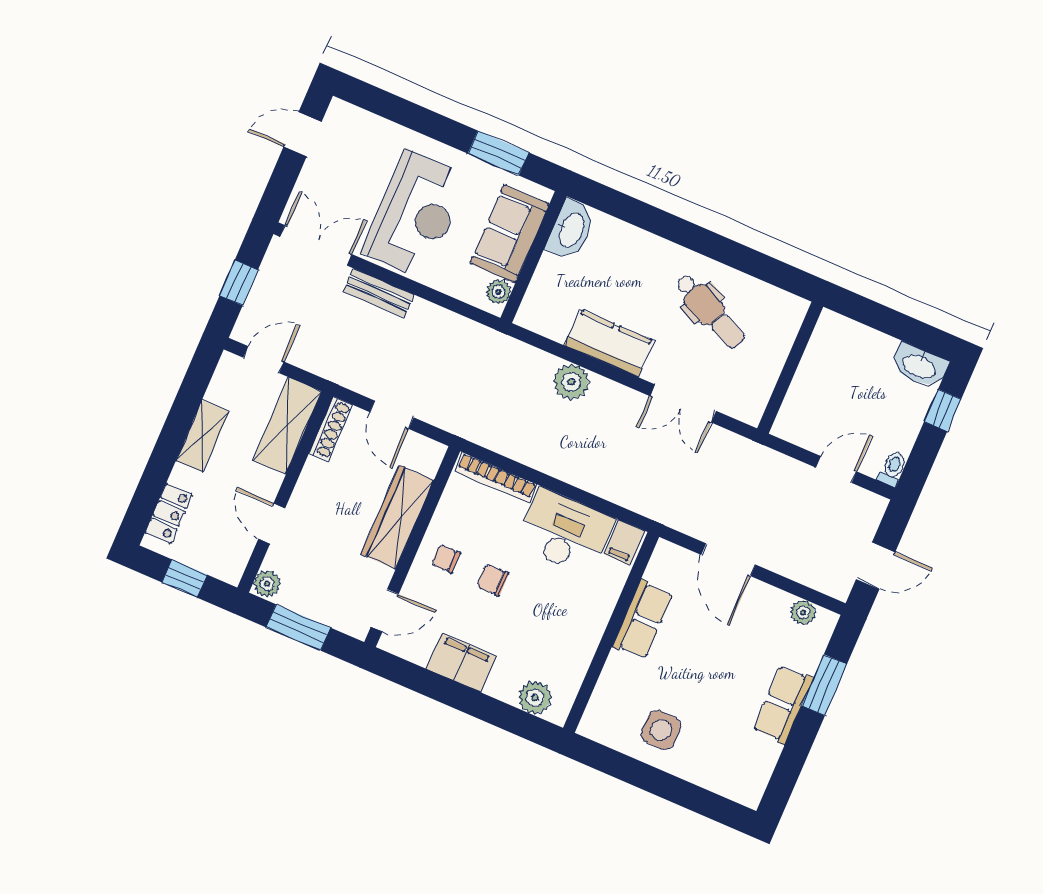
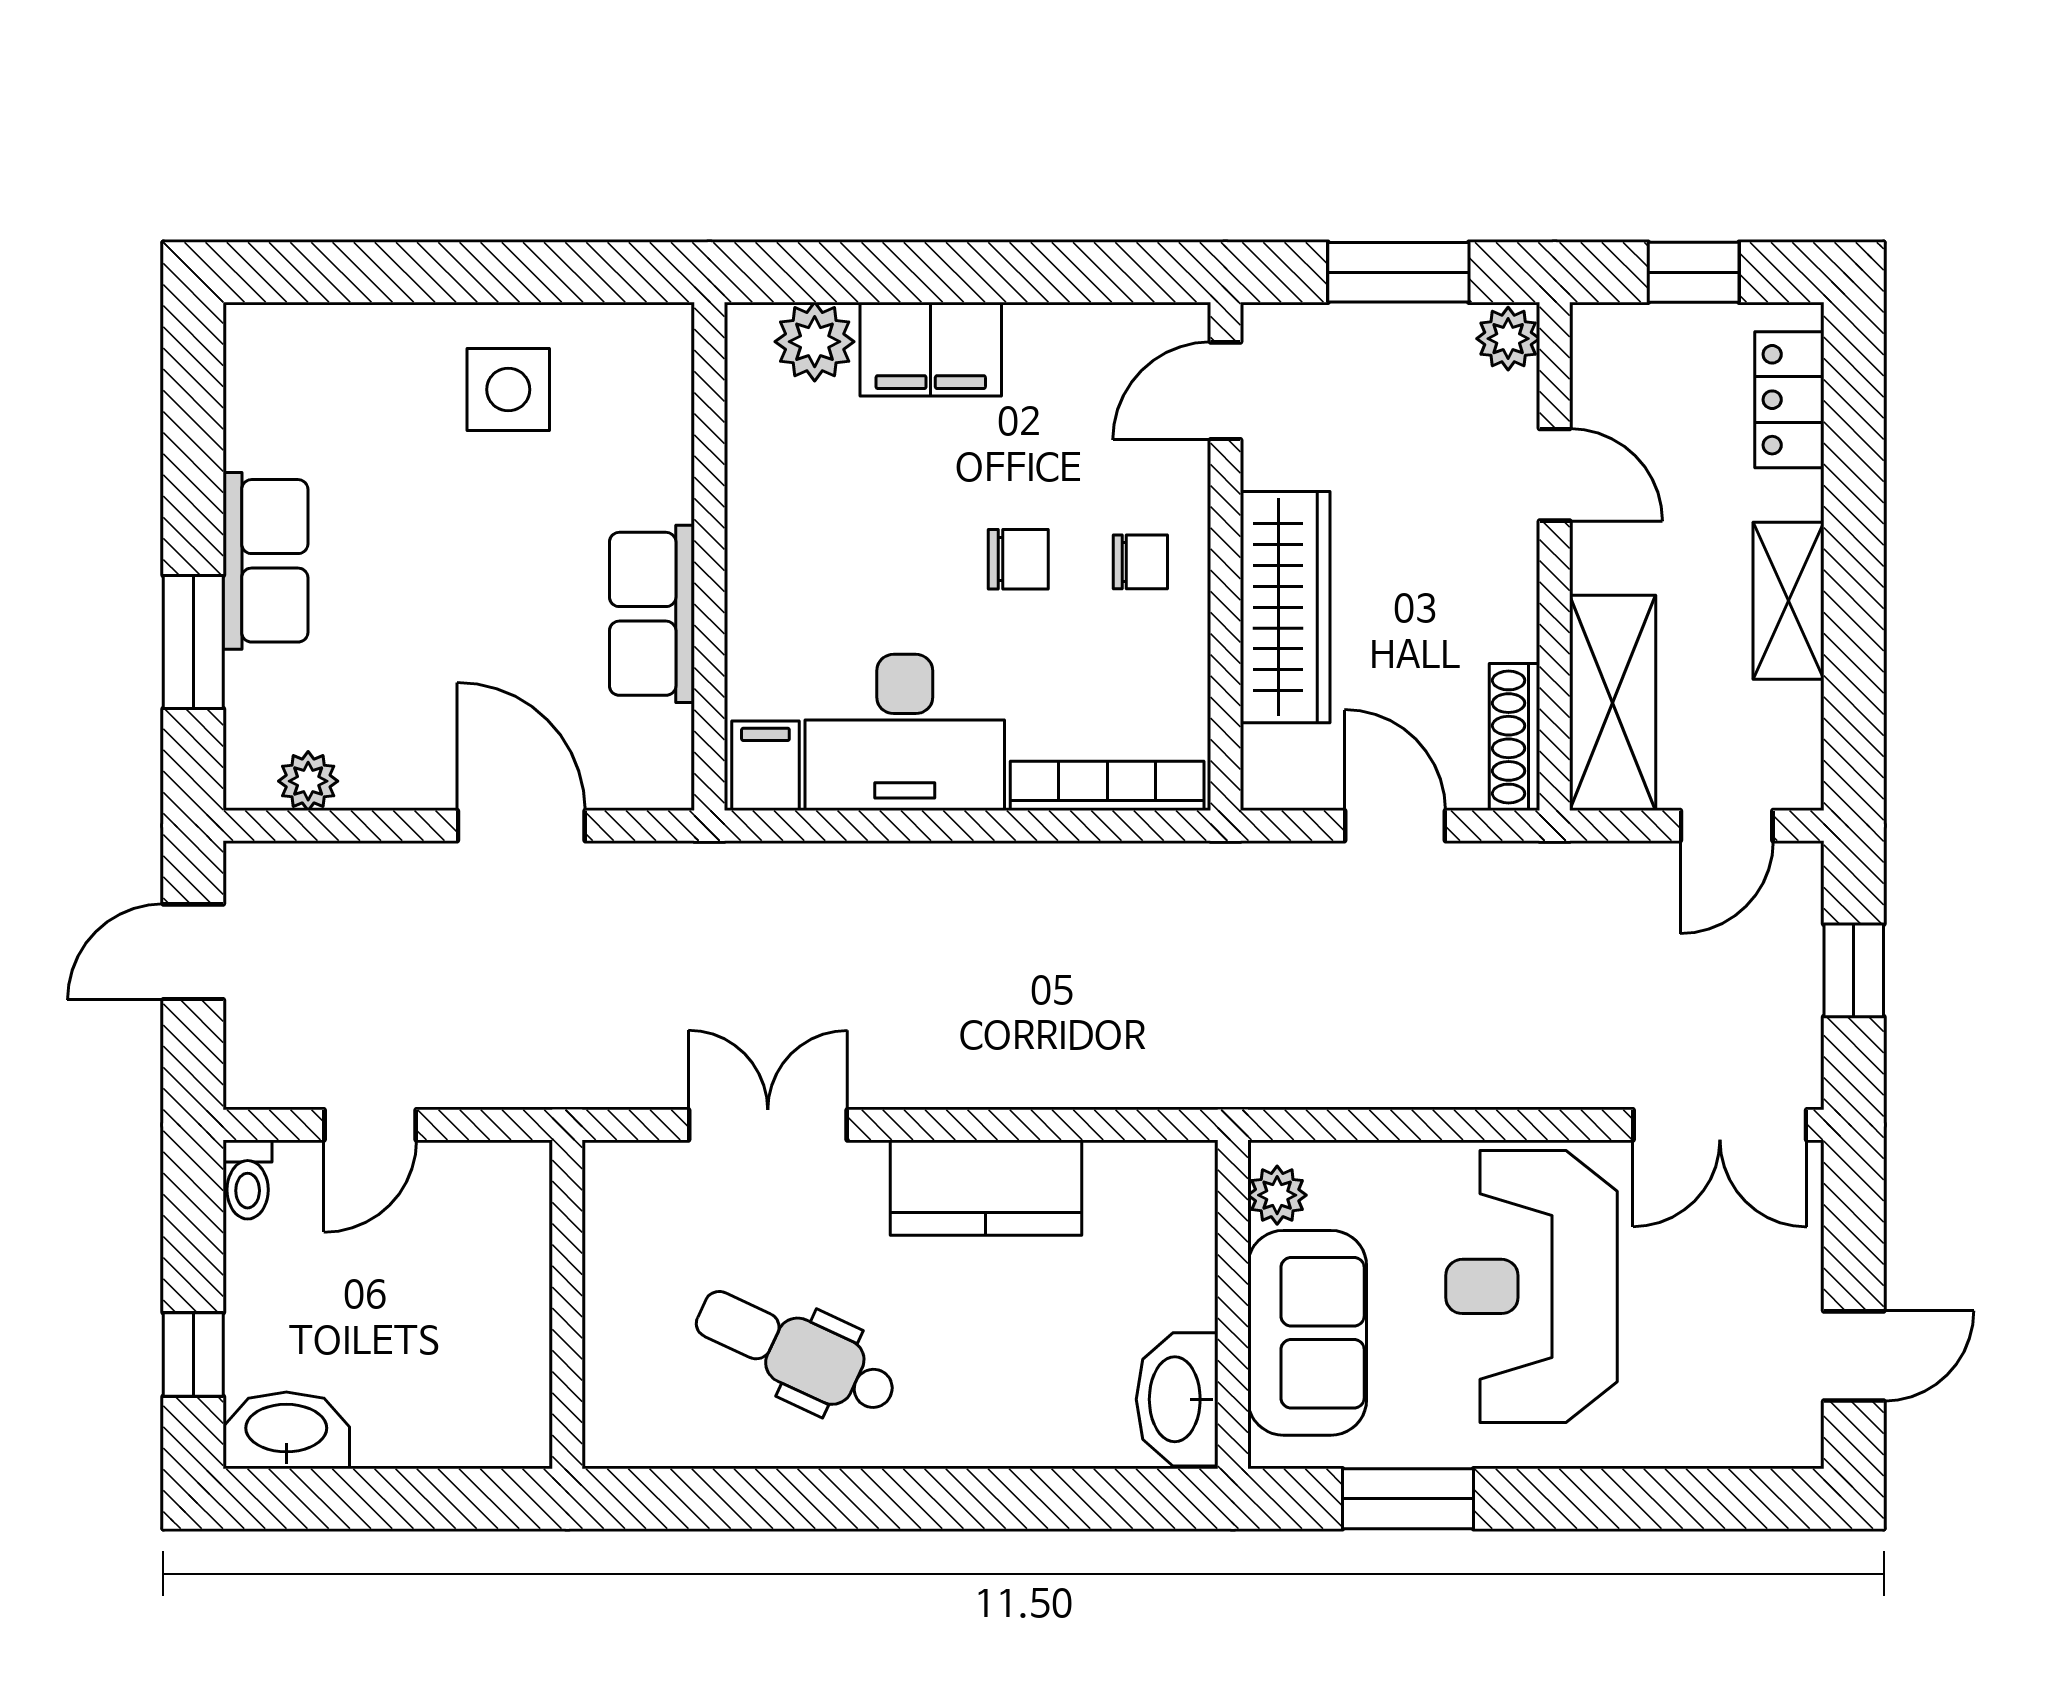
bench: (379, 293) -> (1537, 1080), removed
plant: (571, 382) -> (1033, 1067), removed
filing cabinet: (461, 662) -> (931, 349), moved

